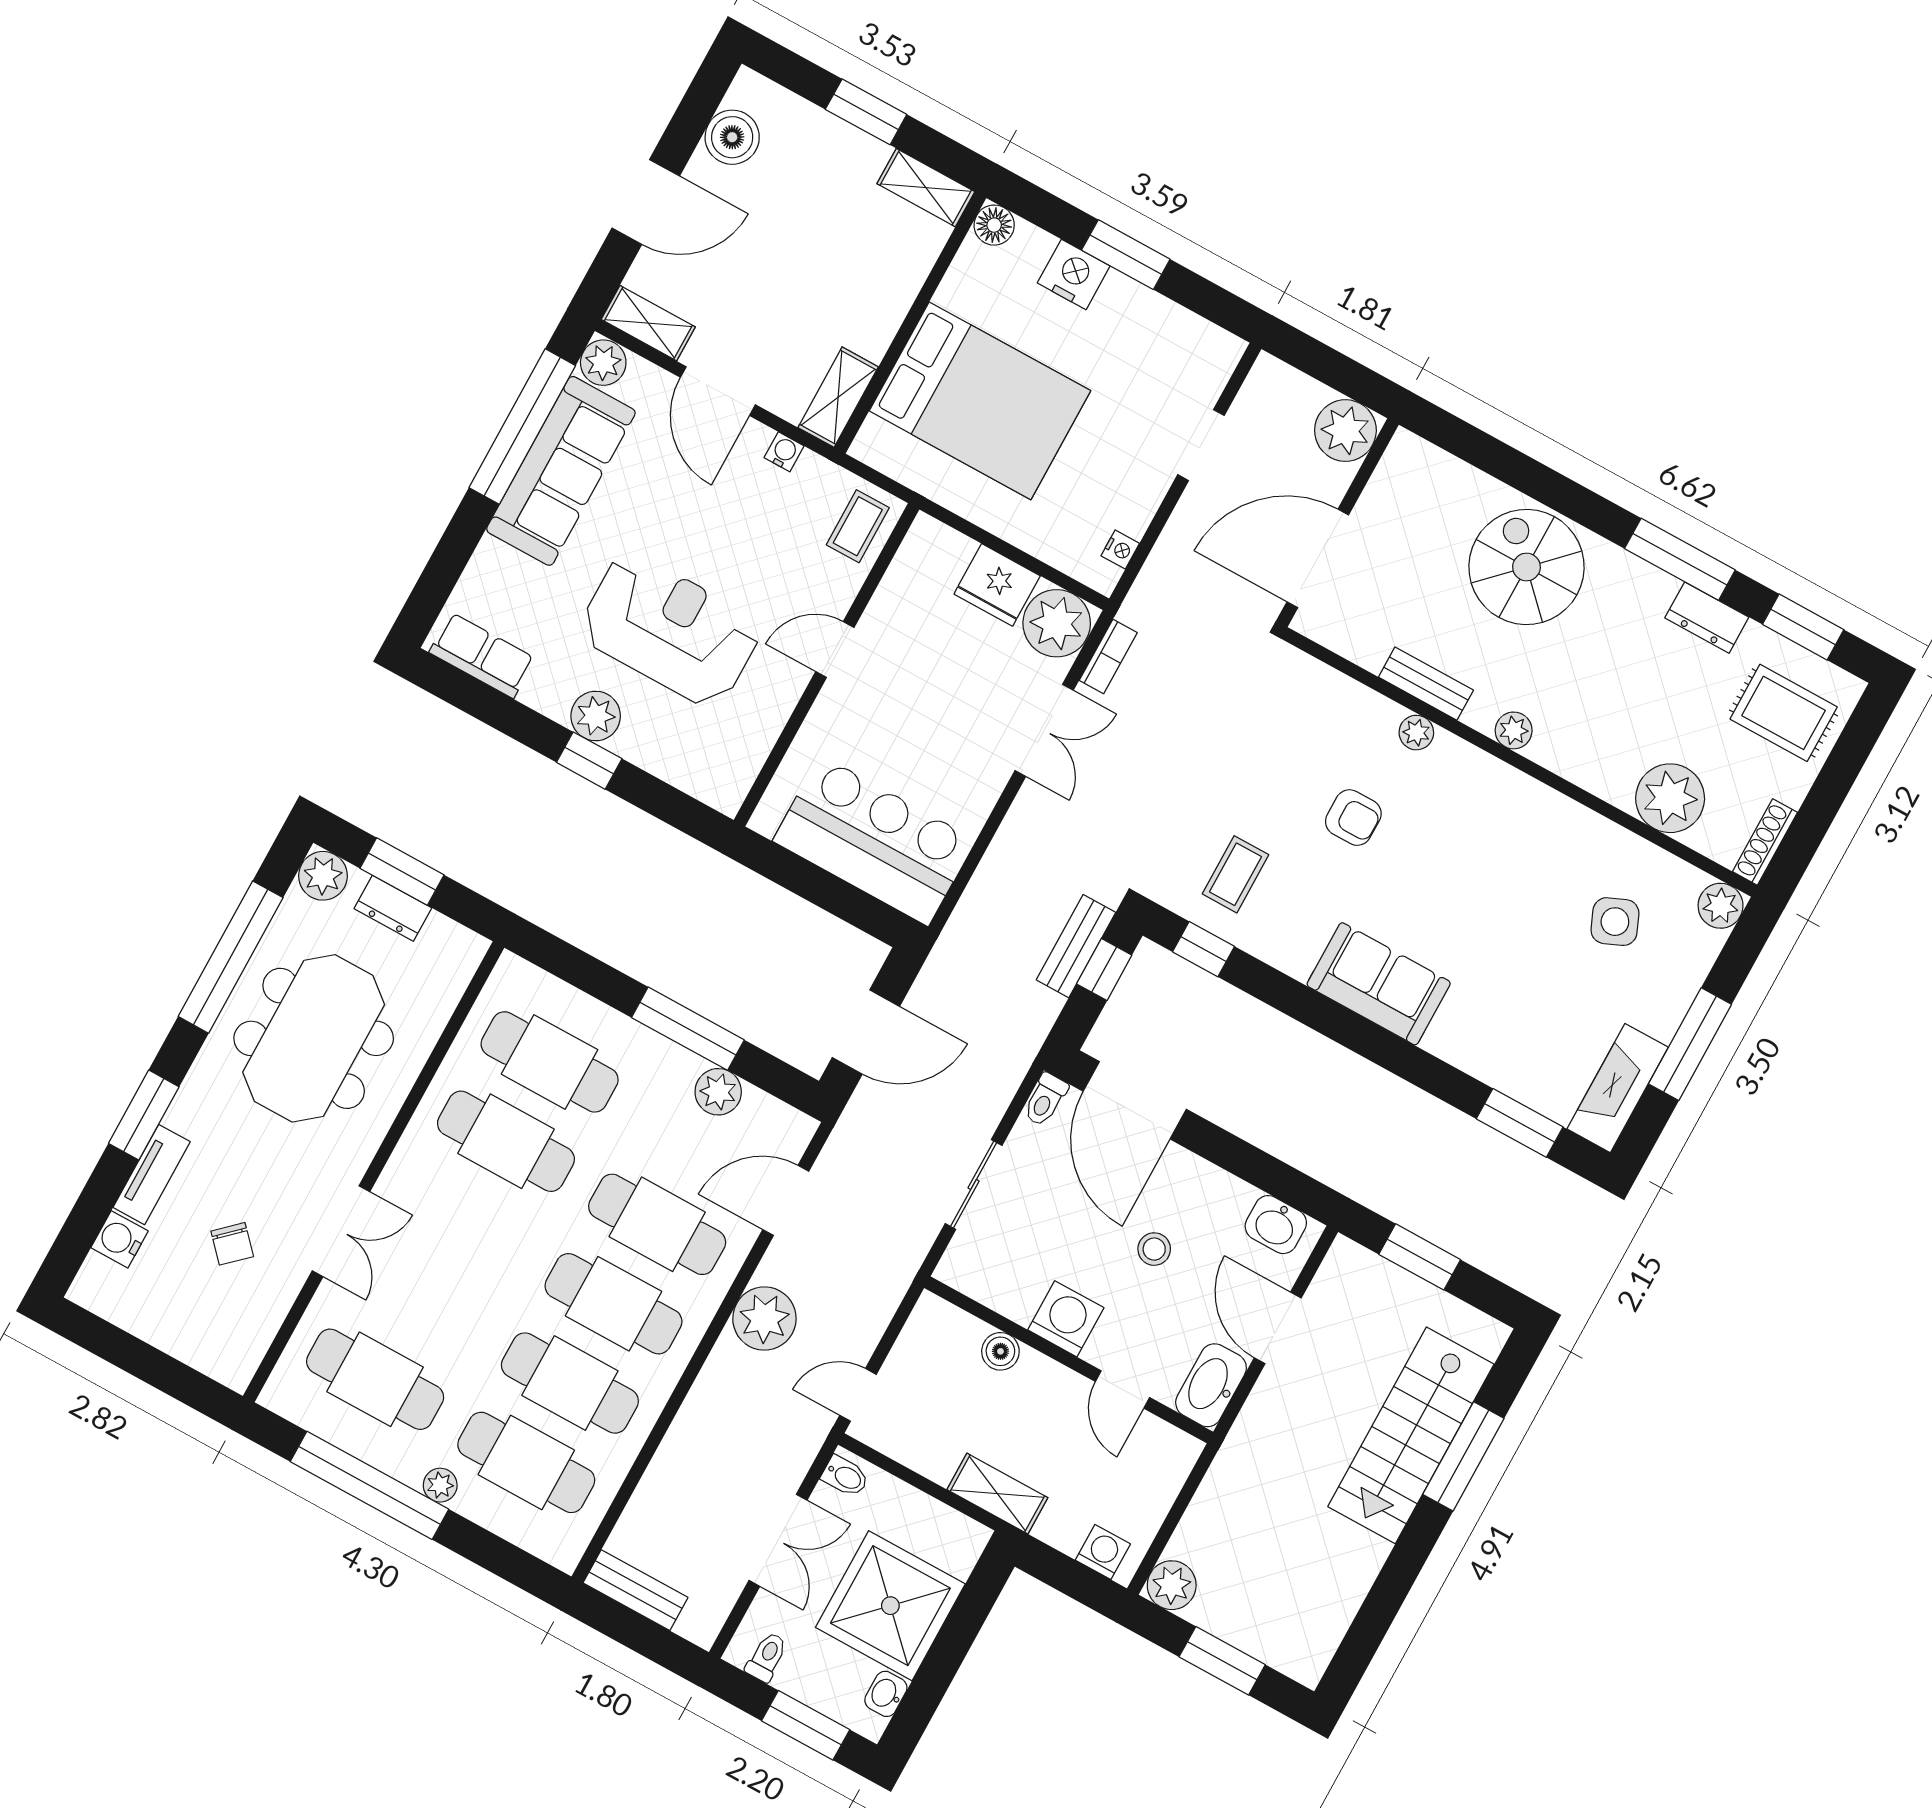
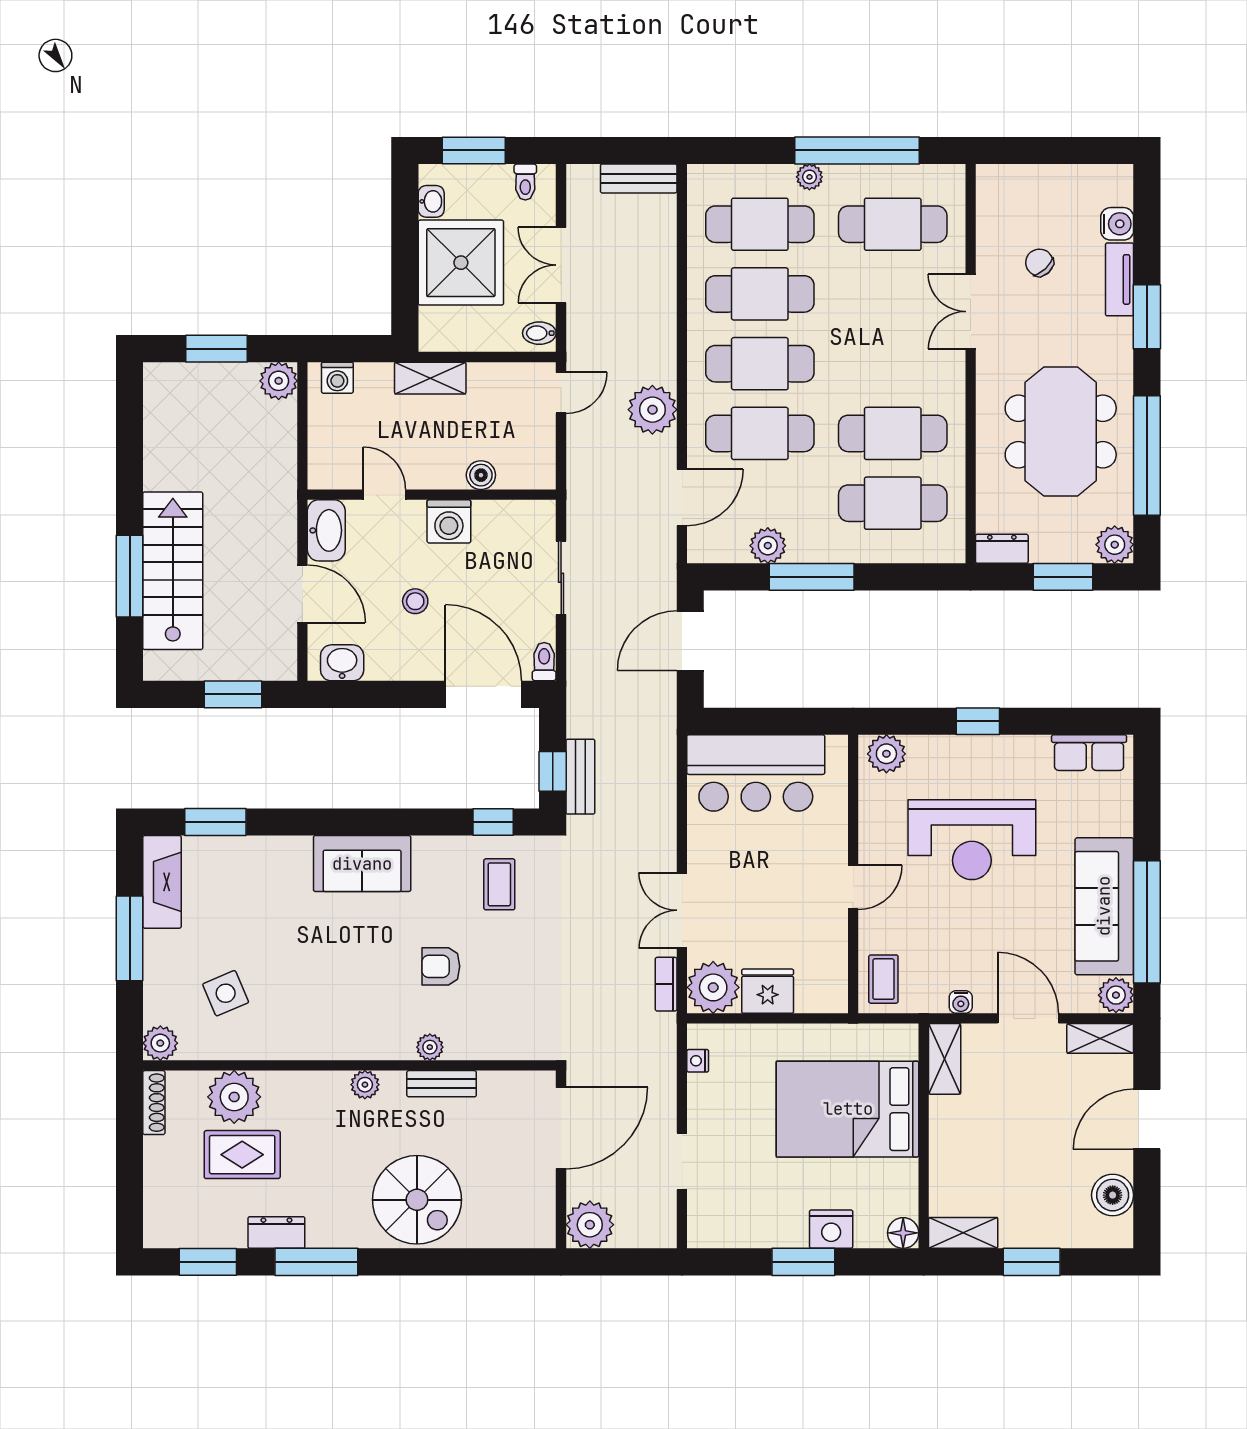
rug: (1784, 713) -> (242, 1155), moved
plant: (596, 716) -> (886, 754), moved
dresser: (393, 908) -> (1002, 549), moved

